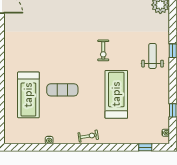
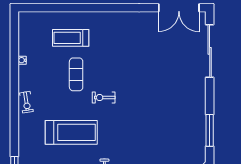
exercise bike: (103, 50) -> (104, 98), moved
treadmill: (28, 95) -> (71, 38), width x0.73, depth x0.73

